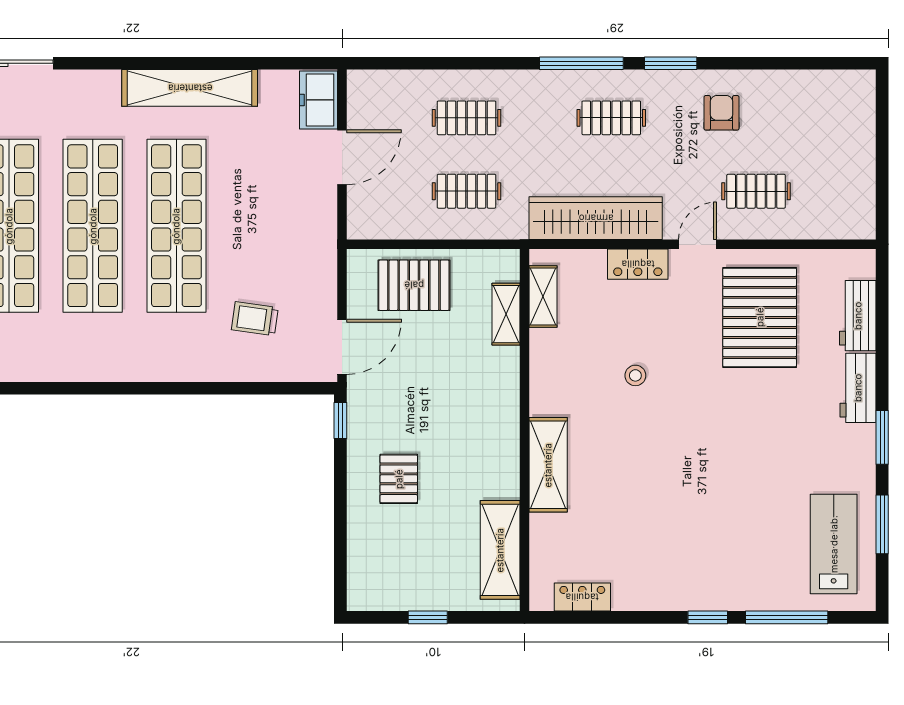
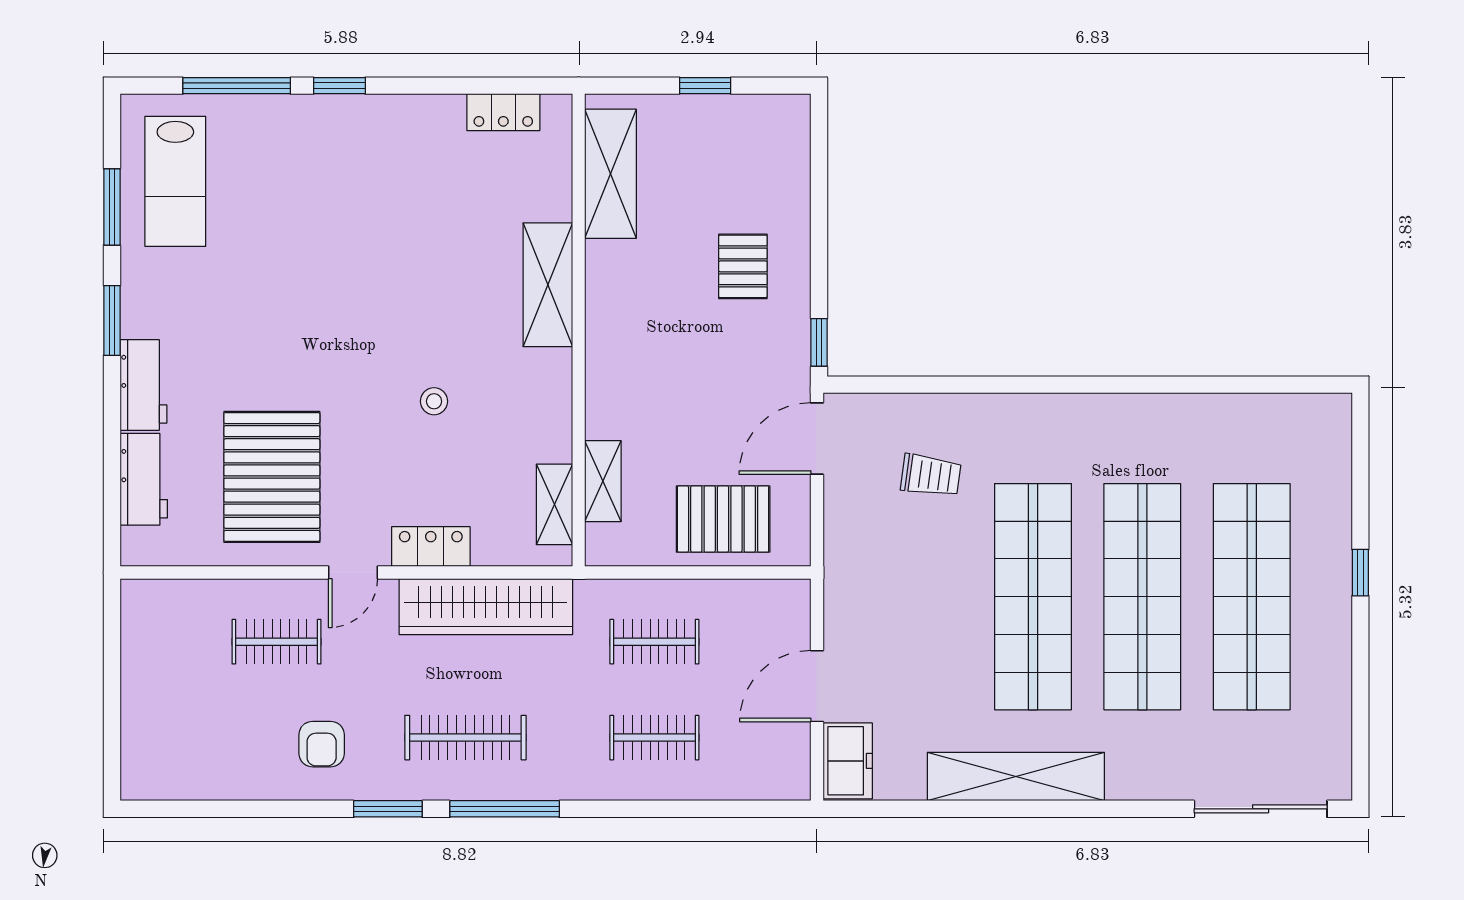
clothes rail: (611, 118) -> (465, 738), width x1.36

